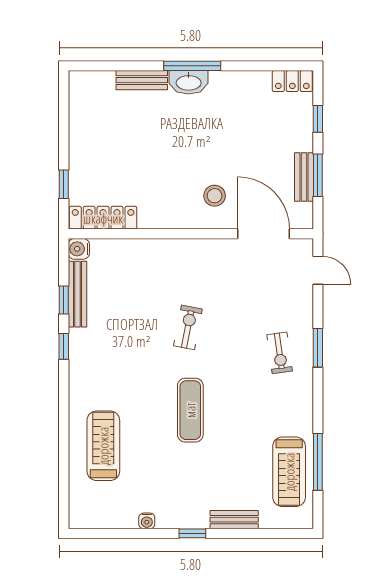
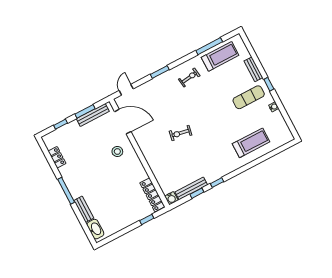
locker: (292, 81) -> (57, 157), moved
washbasin: (189, 82) -> (95, 229), moved
bench: (304, 177) -> (93, 115), width x1.36
door: (263, 234) -> (123, 122), swing flipped
exercise bike: (280, 353) -> (189, 78), moved
exercise mat: (190, 410) -> (249, 97), moved
treadmill: (103, 446) -> (251, 143), turned 180

